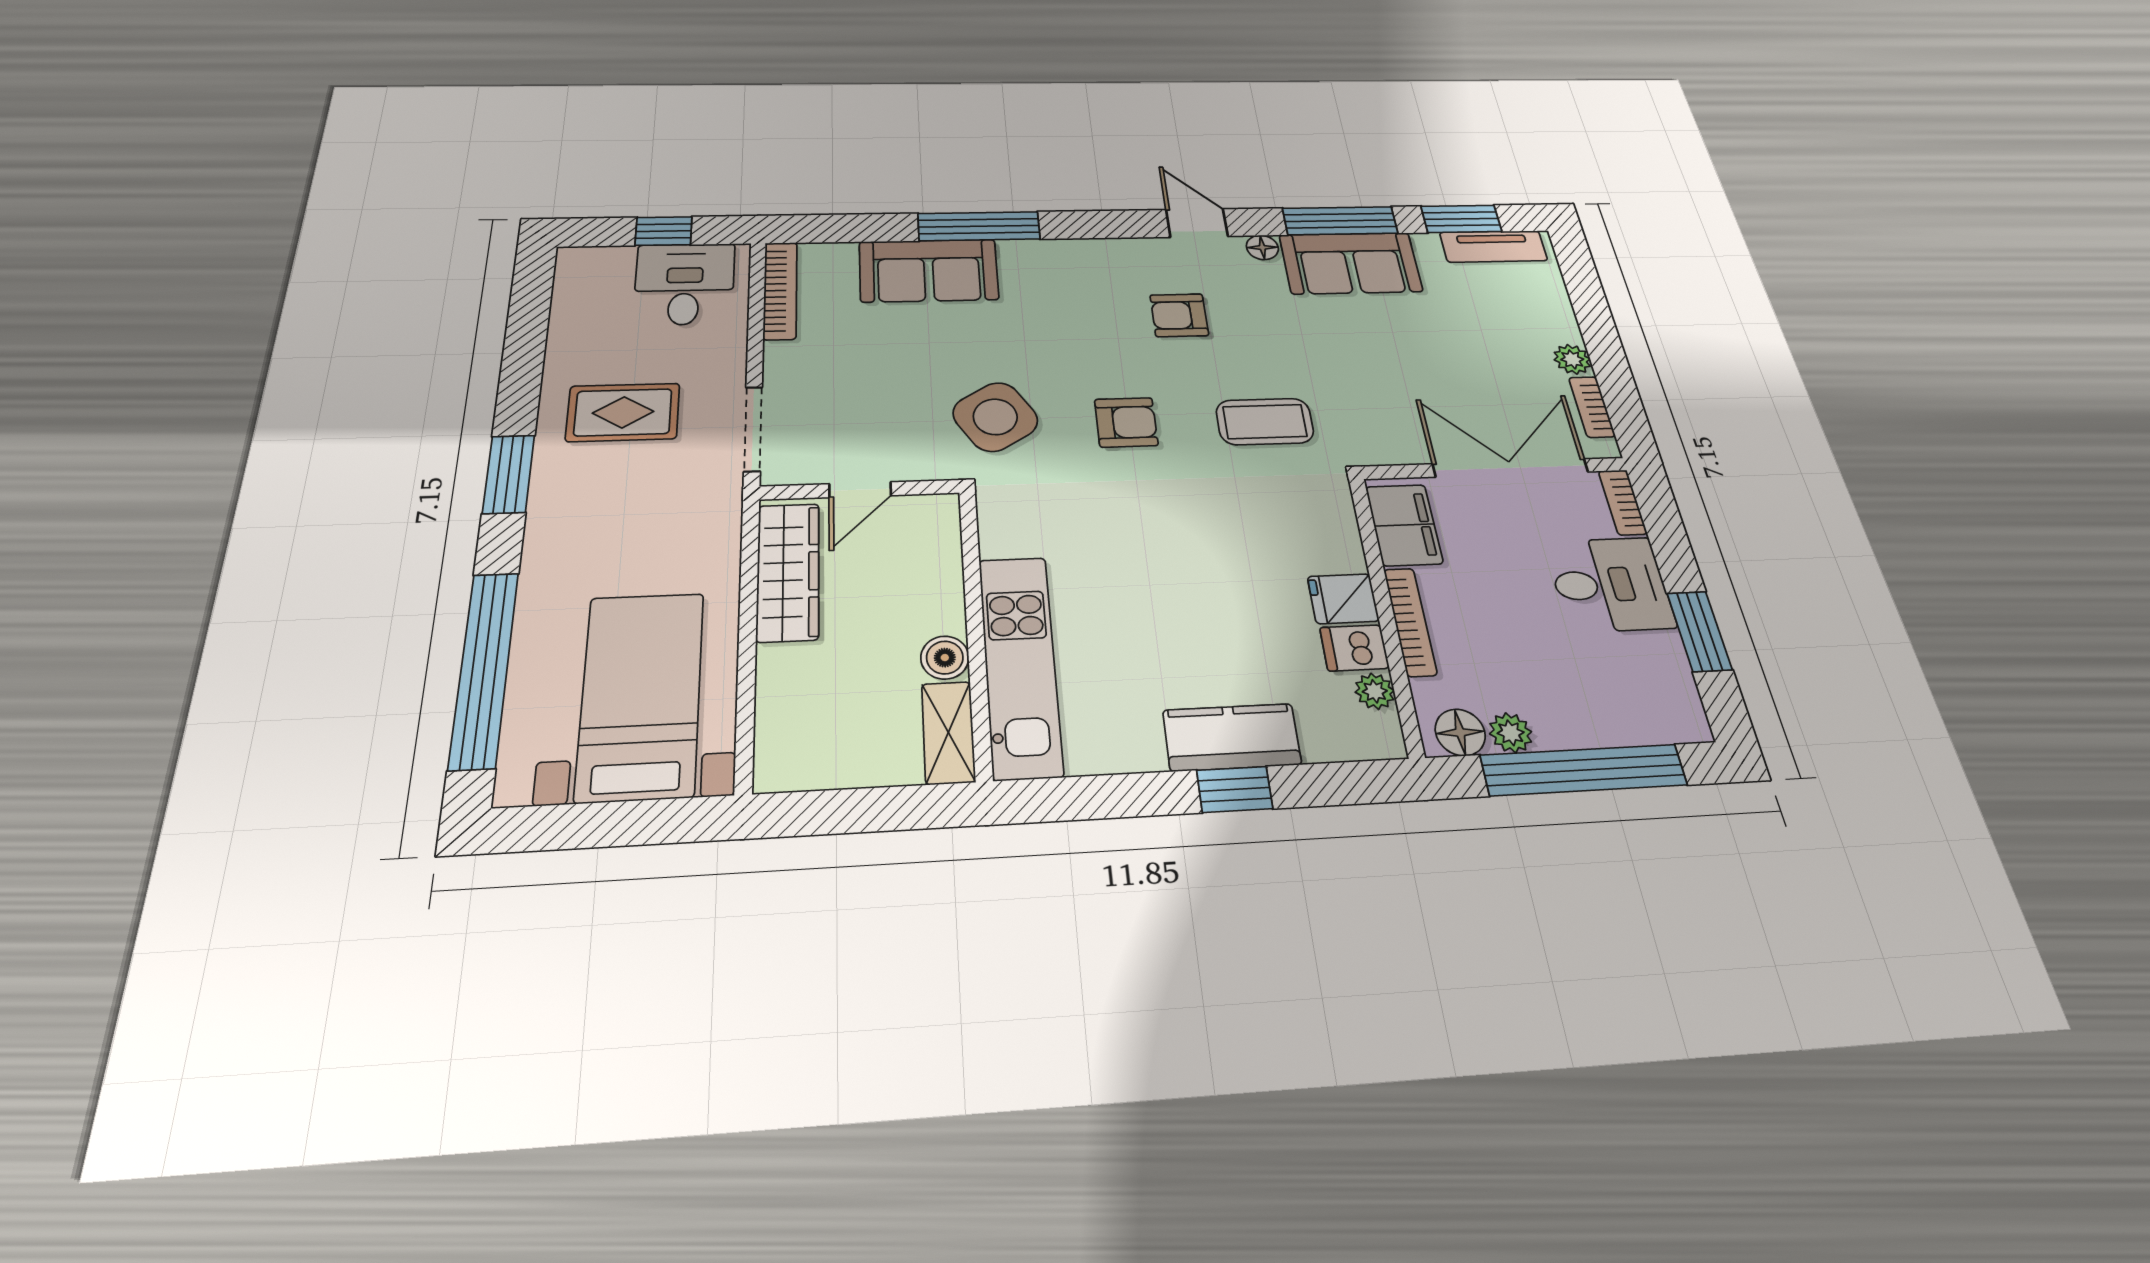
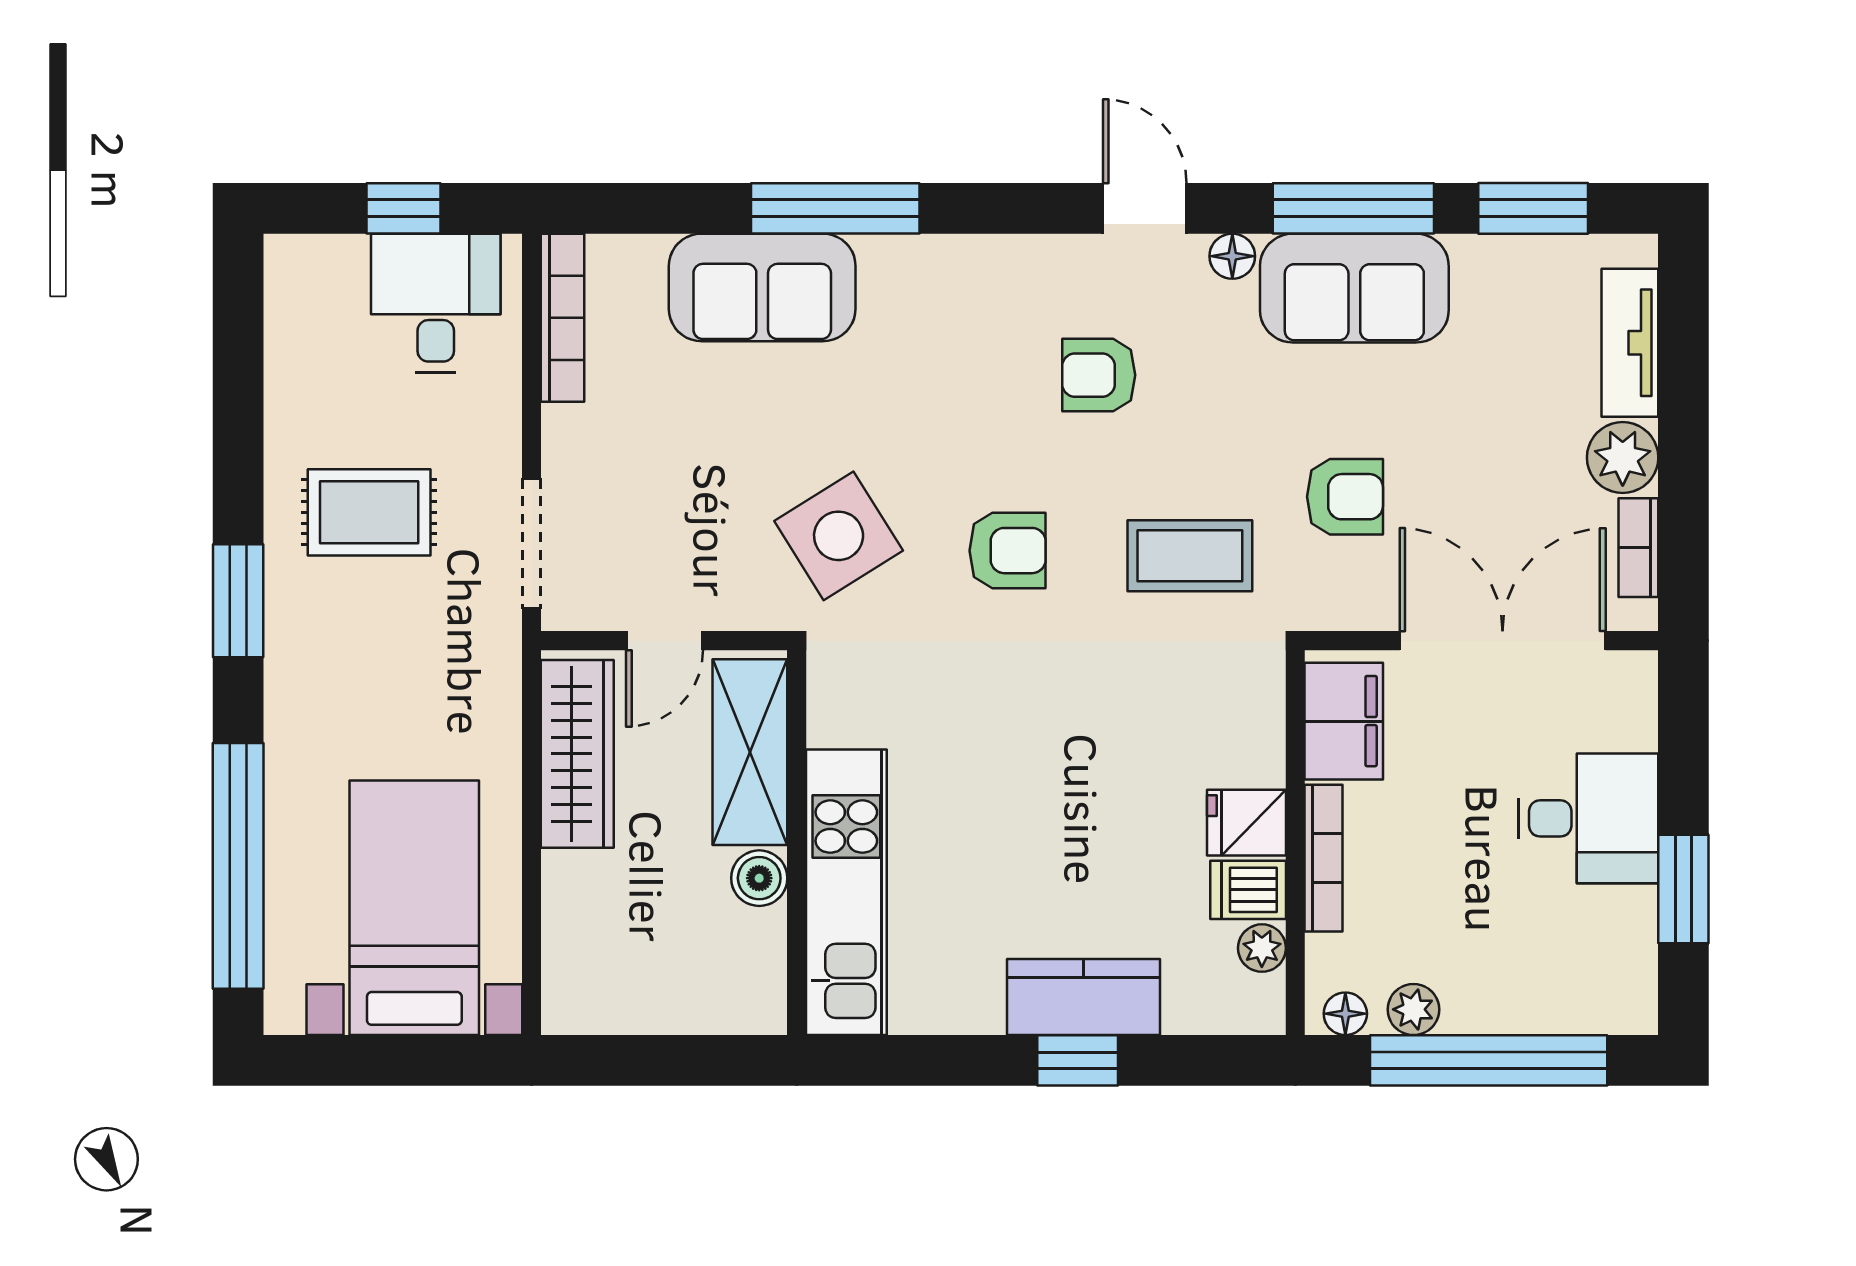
tv unit: (1493, 246) -> (1630, 343), moved, turned 90
plant: (1572, 359) -> (1623, 458), width x1.38, depth x1.38
armchair: (1372, 382) -> (1345, 497), added
bookcase: (1623, 502) -> (1639, 699), removed
shelving: (948, 732) -> (750, 752), moved, width x1.50, depth x1.33
floor lamp: (1460, 732) -> (1345, 1014), width x0.73, depth x0.73

